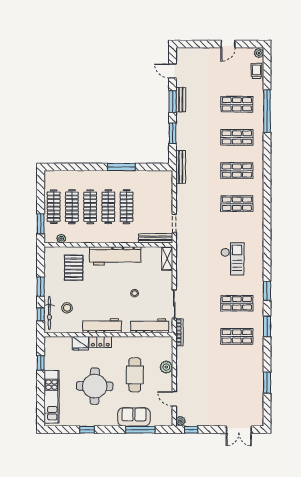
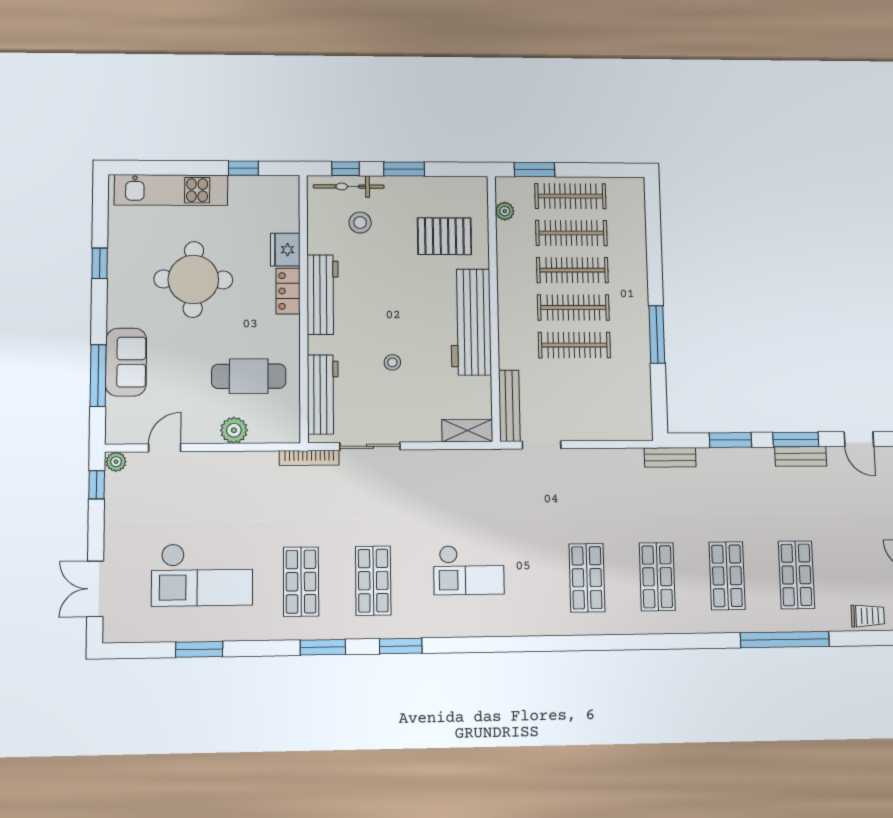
door: (173, 71) -> (859, 439), swing flipped
bench: (181, 167) -> (670, 457), width x0.73
cafe table: (135, 375) -> (249, 376), moved
checkout: (233, 381) -> (202, 575), added

